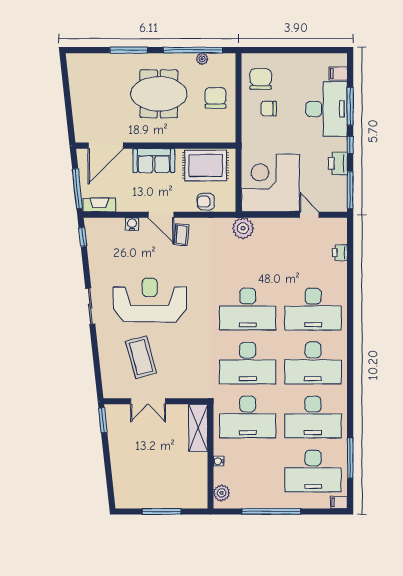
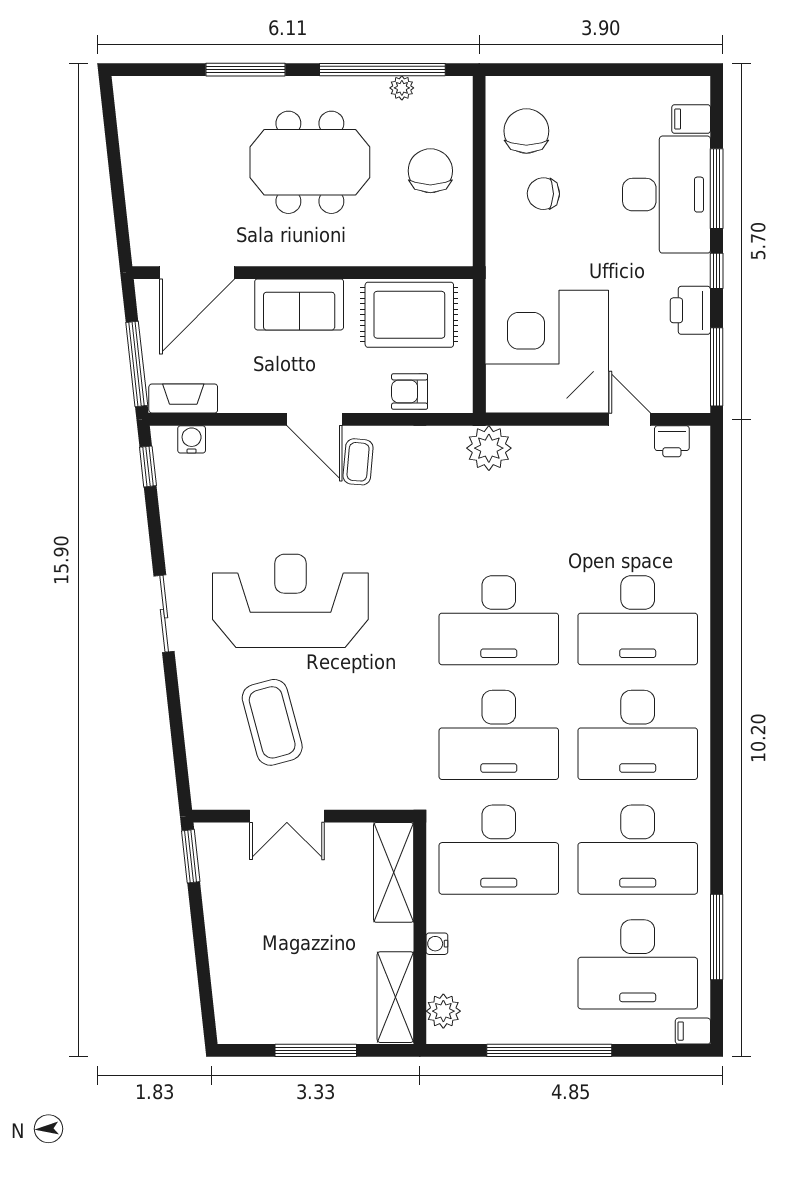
water cooler: (132, 224) -> (192, 439), moved
printer: (340, 253) -> (672, 441), moved, turned -90
shelving: (199, 486) -> (395, 997), added

